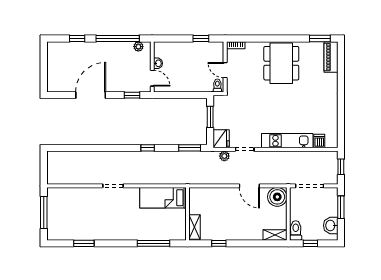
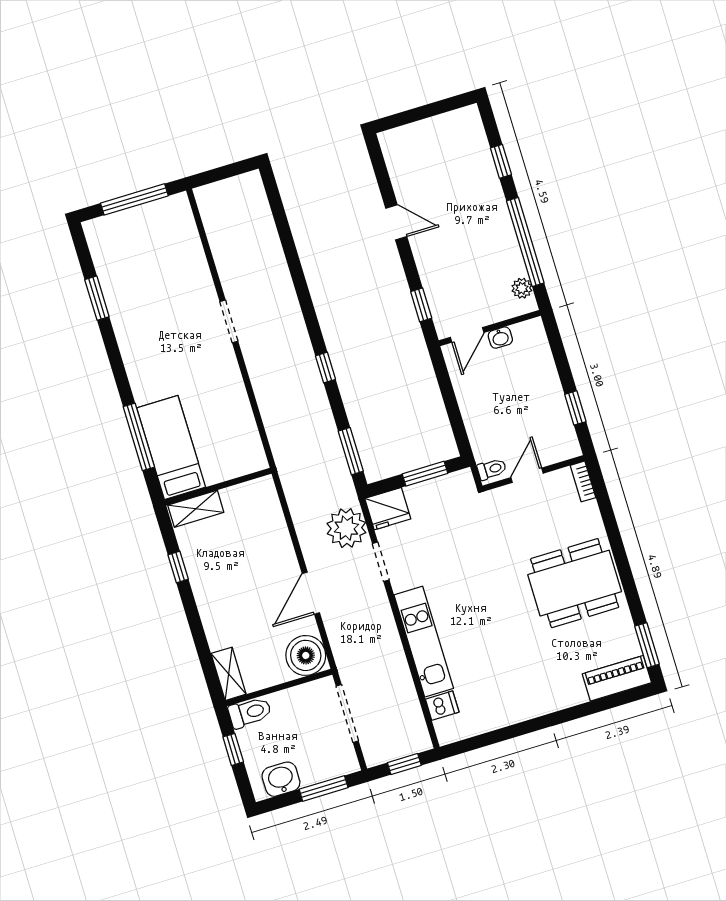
door: (91, 95) -> (396, 222), width x0.53
plant: (224, 156) -> (346, 528), width x1.88, depth x1.88
bed: (163, 198) -> (171, 448), moved

